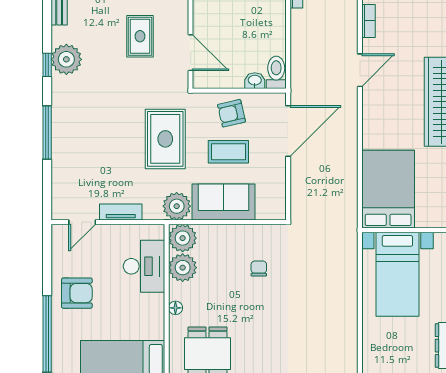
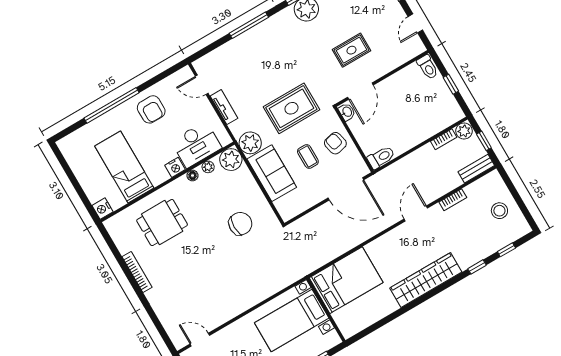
door: (360, 70) -> (416, 213), swing flipped
washbasin: (255, 81) -> (347, 112), moved
coffee table: (228, 152) -> (308, 156), width x0.73, depth x0.77
plant: (183, 268) -> (208, 167), width x0.53, depth x0.53
chair: (259, 269) -> (240, 224), width x1.87, depth x1.87
nightstand: (155, 304) -> (175, 167), added
floor lamp: (175, 308) -> (193, 175), moved

